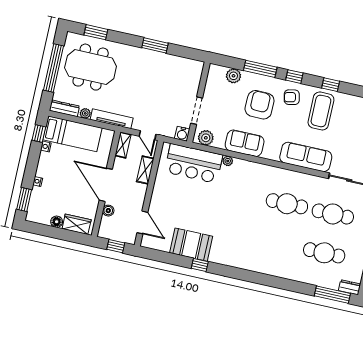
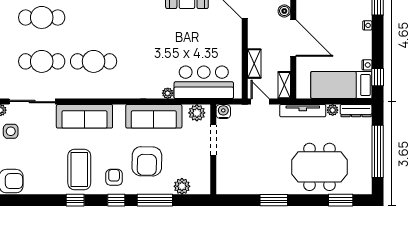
meeting table: (91, 67) -> (320, 167), moved
armchair: (292, 97) -> (114, 177), turned -78
sofa: (245, 143) -> (154, 116), width x1.36

